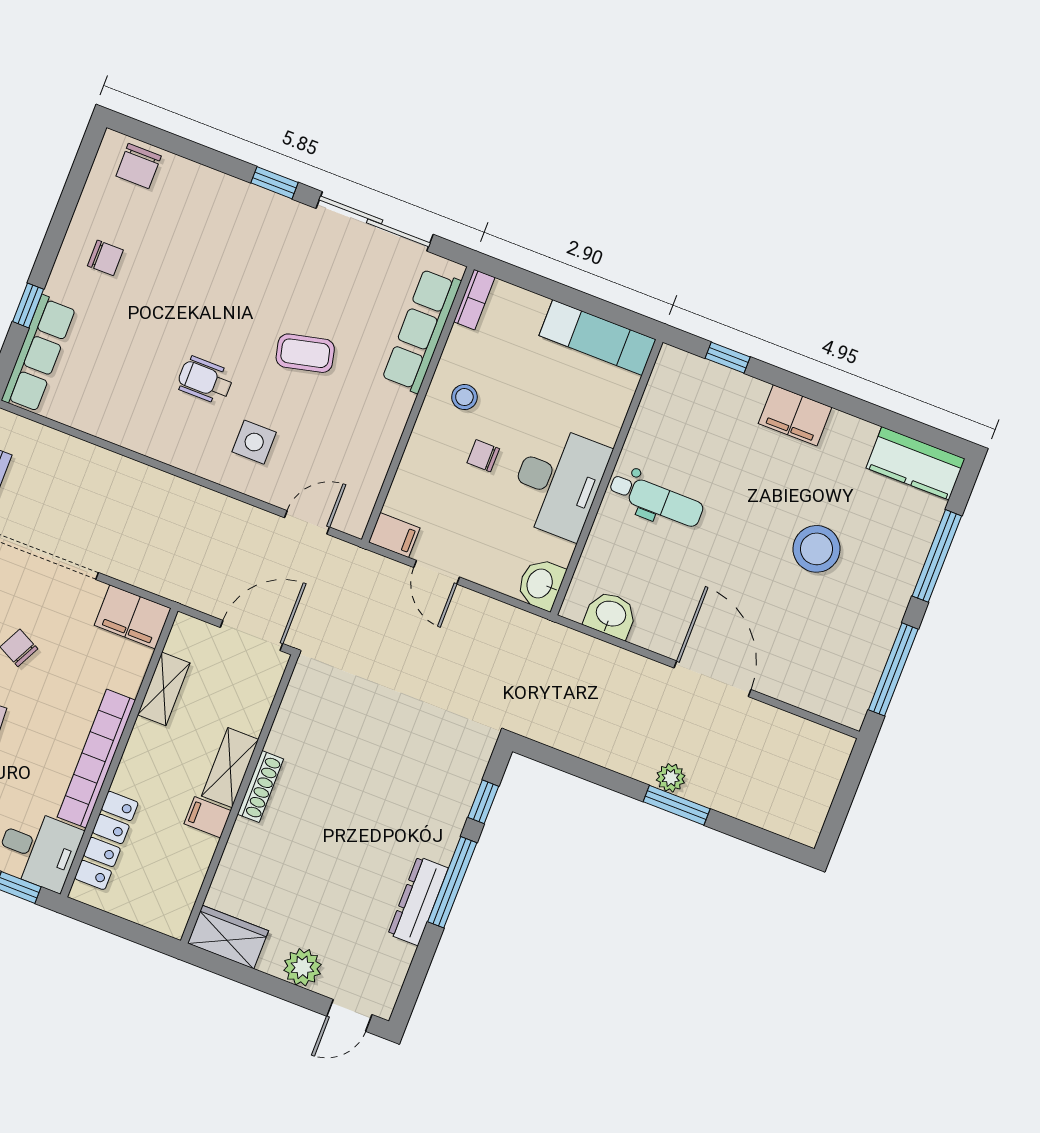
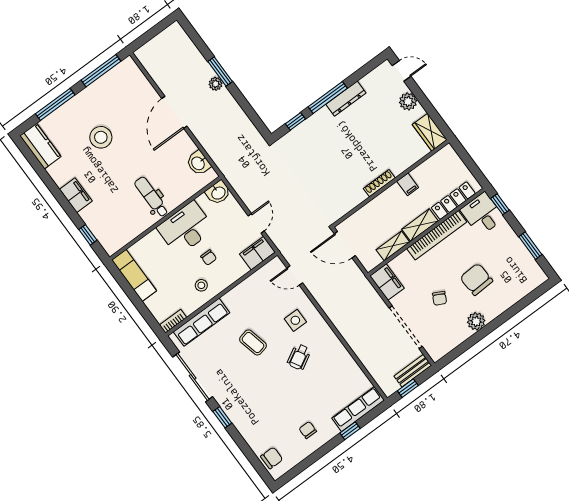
wheelchair: (205, 380) -> (299, 357), turned 61
filing cabinet: (394, 535) -> (257, 253), width x2.00
shelving: (230, 768) -> (420, 225), moved

